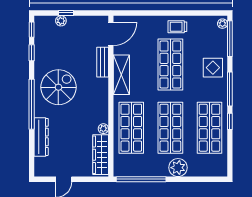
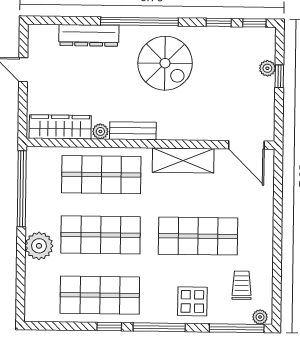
trolley: (177, 27) -> (242, 285), moved
bench: (103, 62) -> (133, 131), moved

